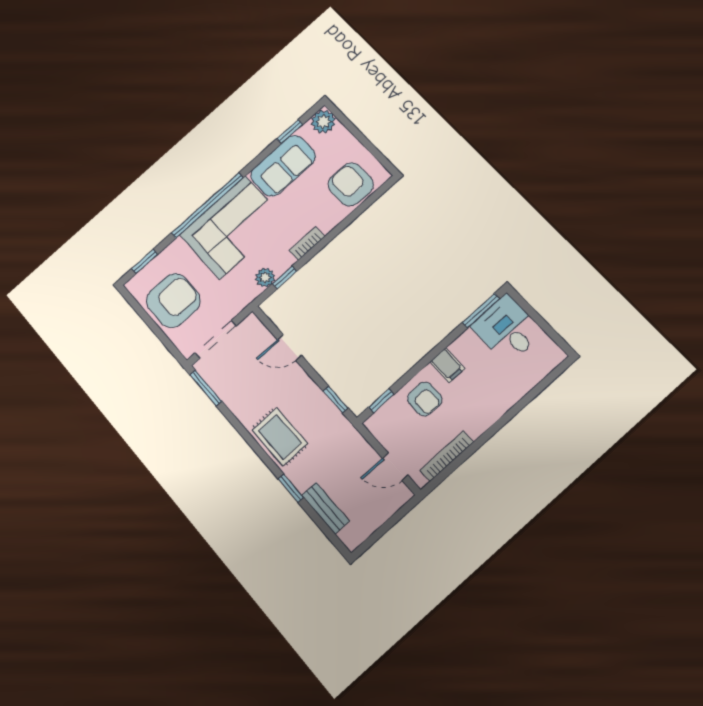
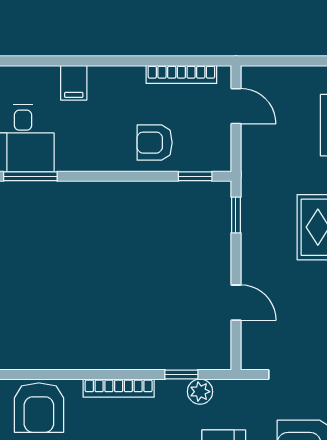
bookcase: (307, 243) -> (119, 388), width x1.56
filing cabinet: (447, 365) -> (74, 83), moved, turned 180
armchair: (425, 399) -> (155, 143), turned -90

